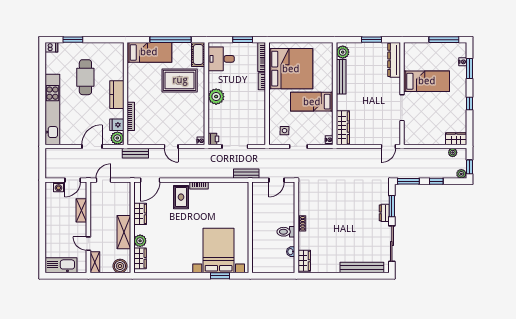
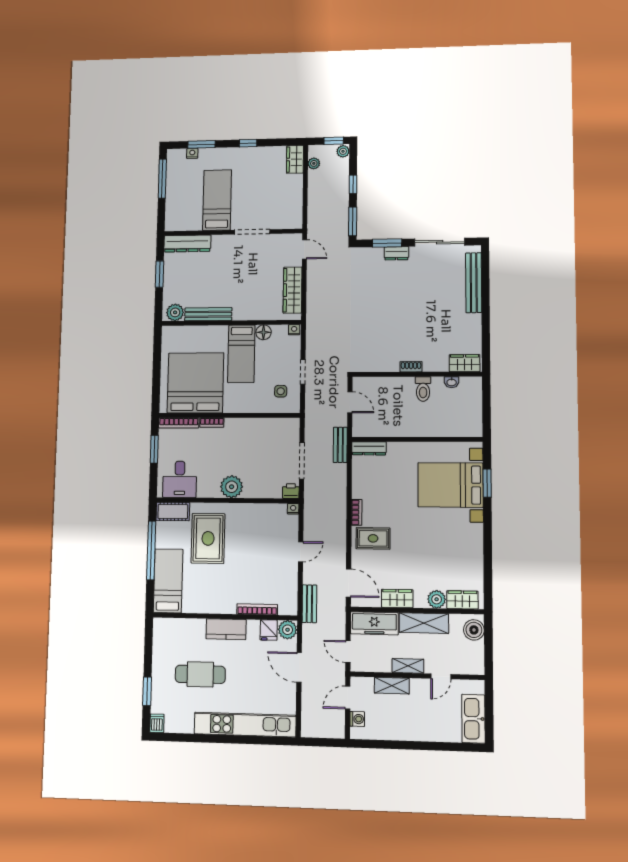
floor lamp: (327, 118) -> (264, 332), added
wardrobe: (343, 128) -> (293, 290), moved, turned -90
door: (73, 180) -> (348, 697), swing flipped
dresser: (244, 194) -> (369, 448), added
freezer: (123, 198) -> (374, 623), added
shelving: (95, 262) -> (408, 666), moved

